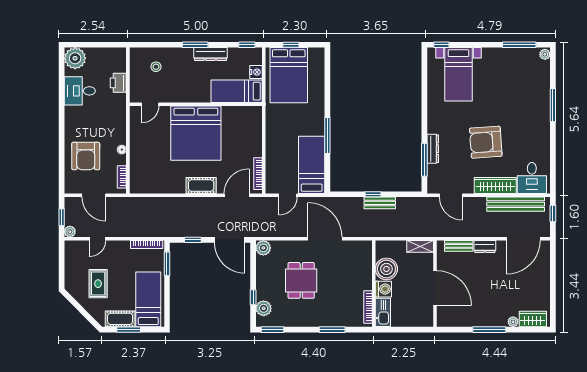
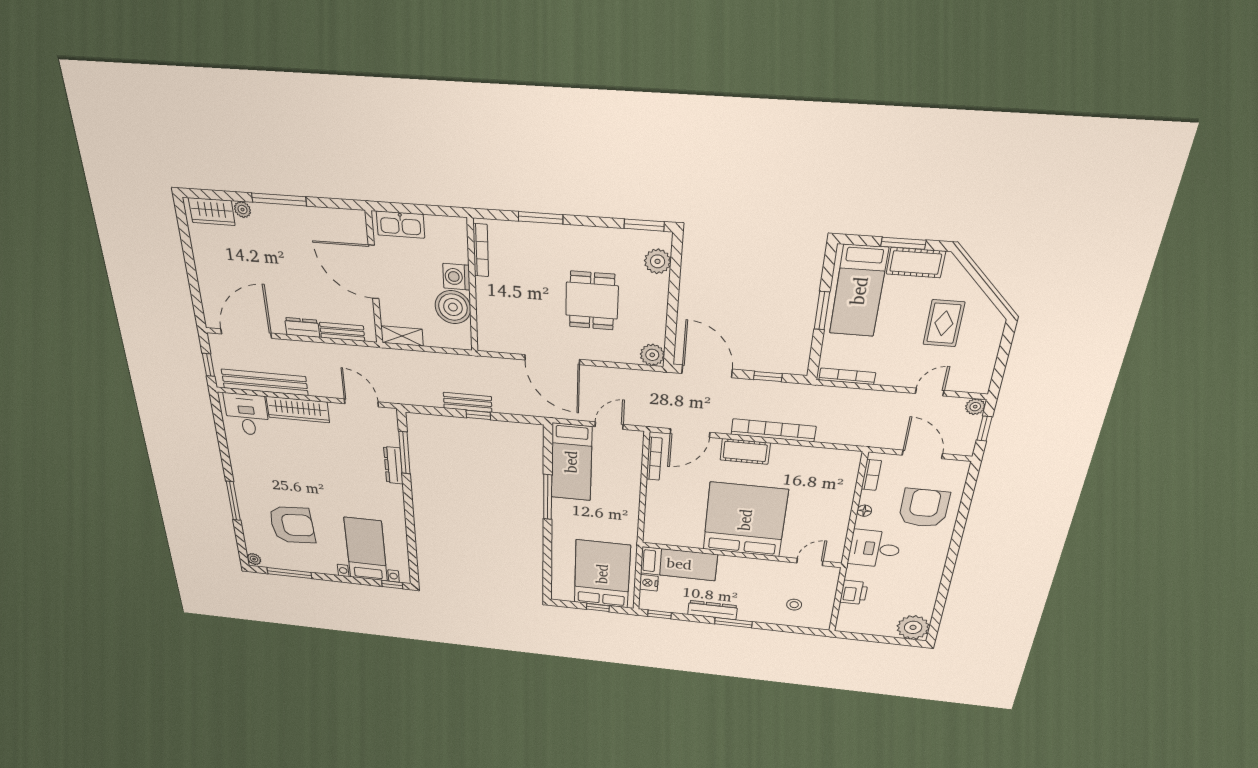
desk: (80, 91) -> (874, 549), moved, turned 180
armchair: (486, 142) -> (292, 525), moved
bookcase: (185, 203) -> (773, 430), added
window: (167, 264) -> (822, 310), moved
window: (253, 297) -> (674, 280), removed
kitchen sink: (383, 312) -> (400, 225), moved, turned -90

